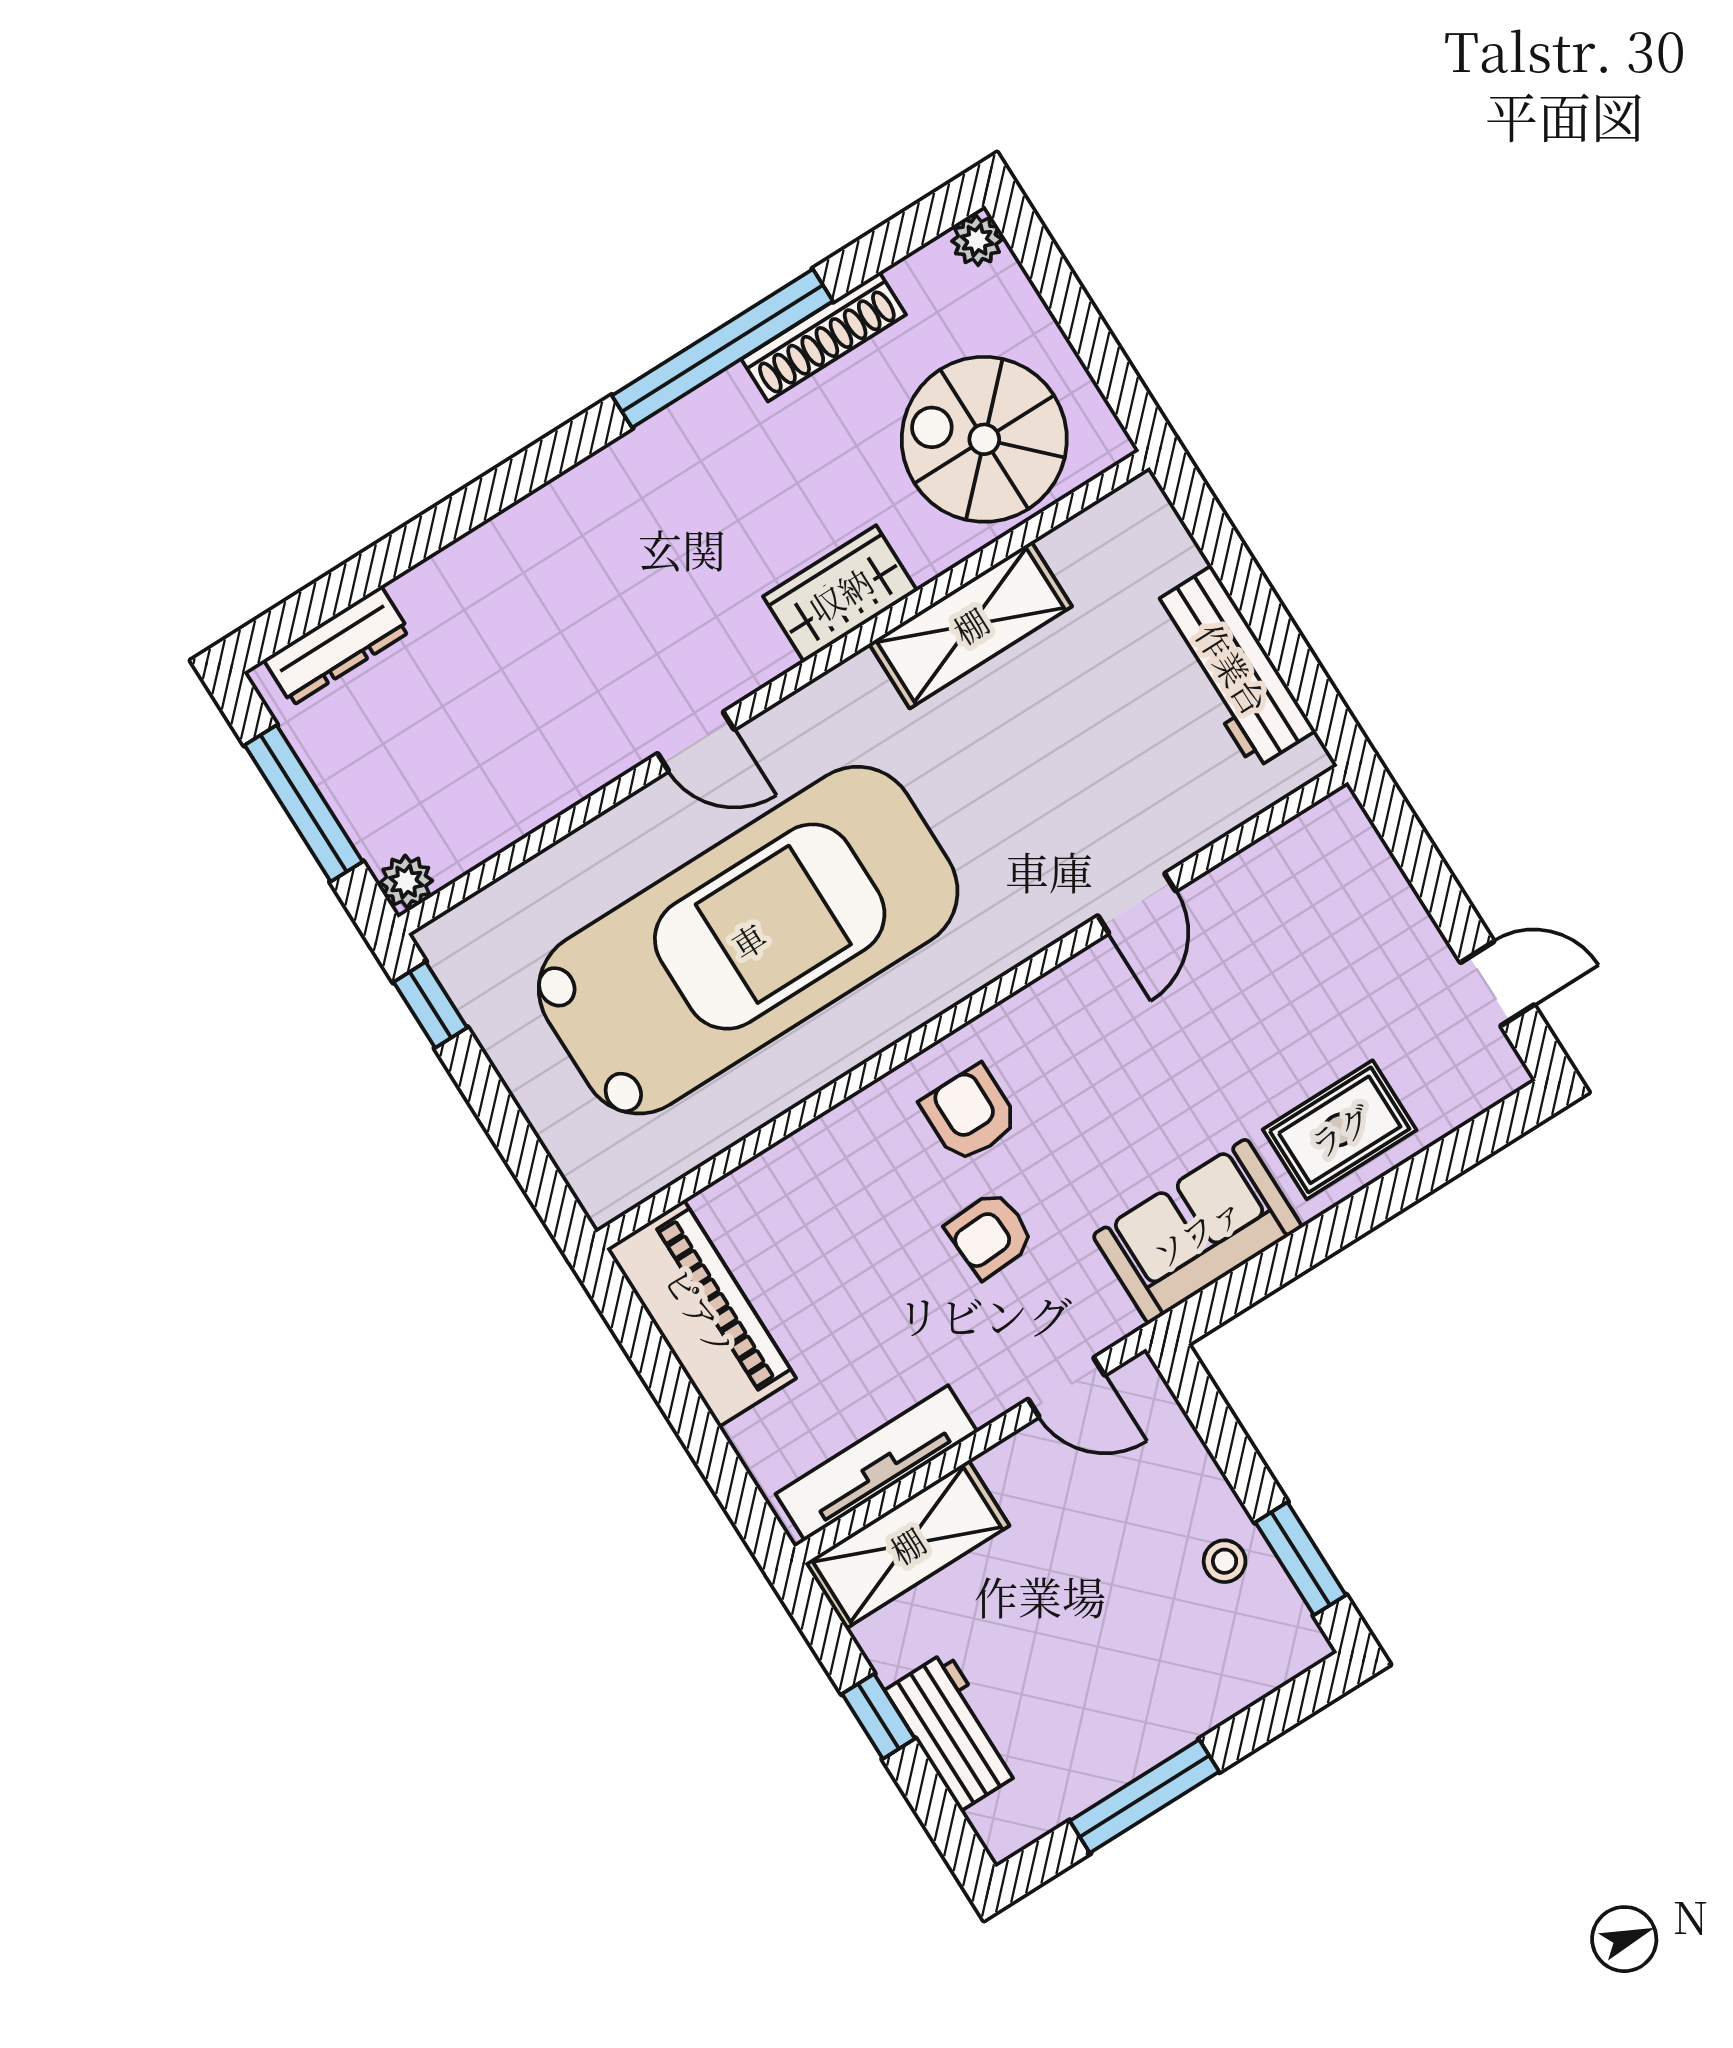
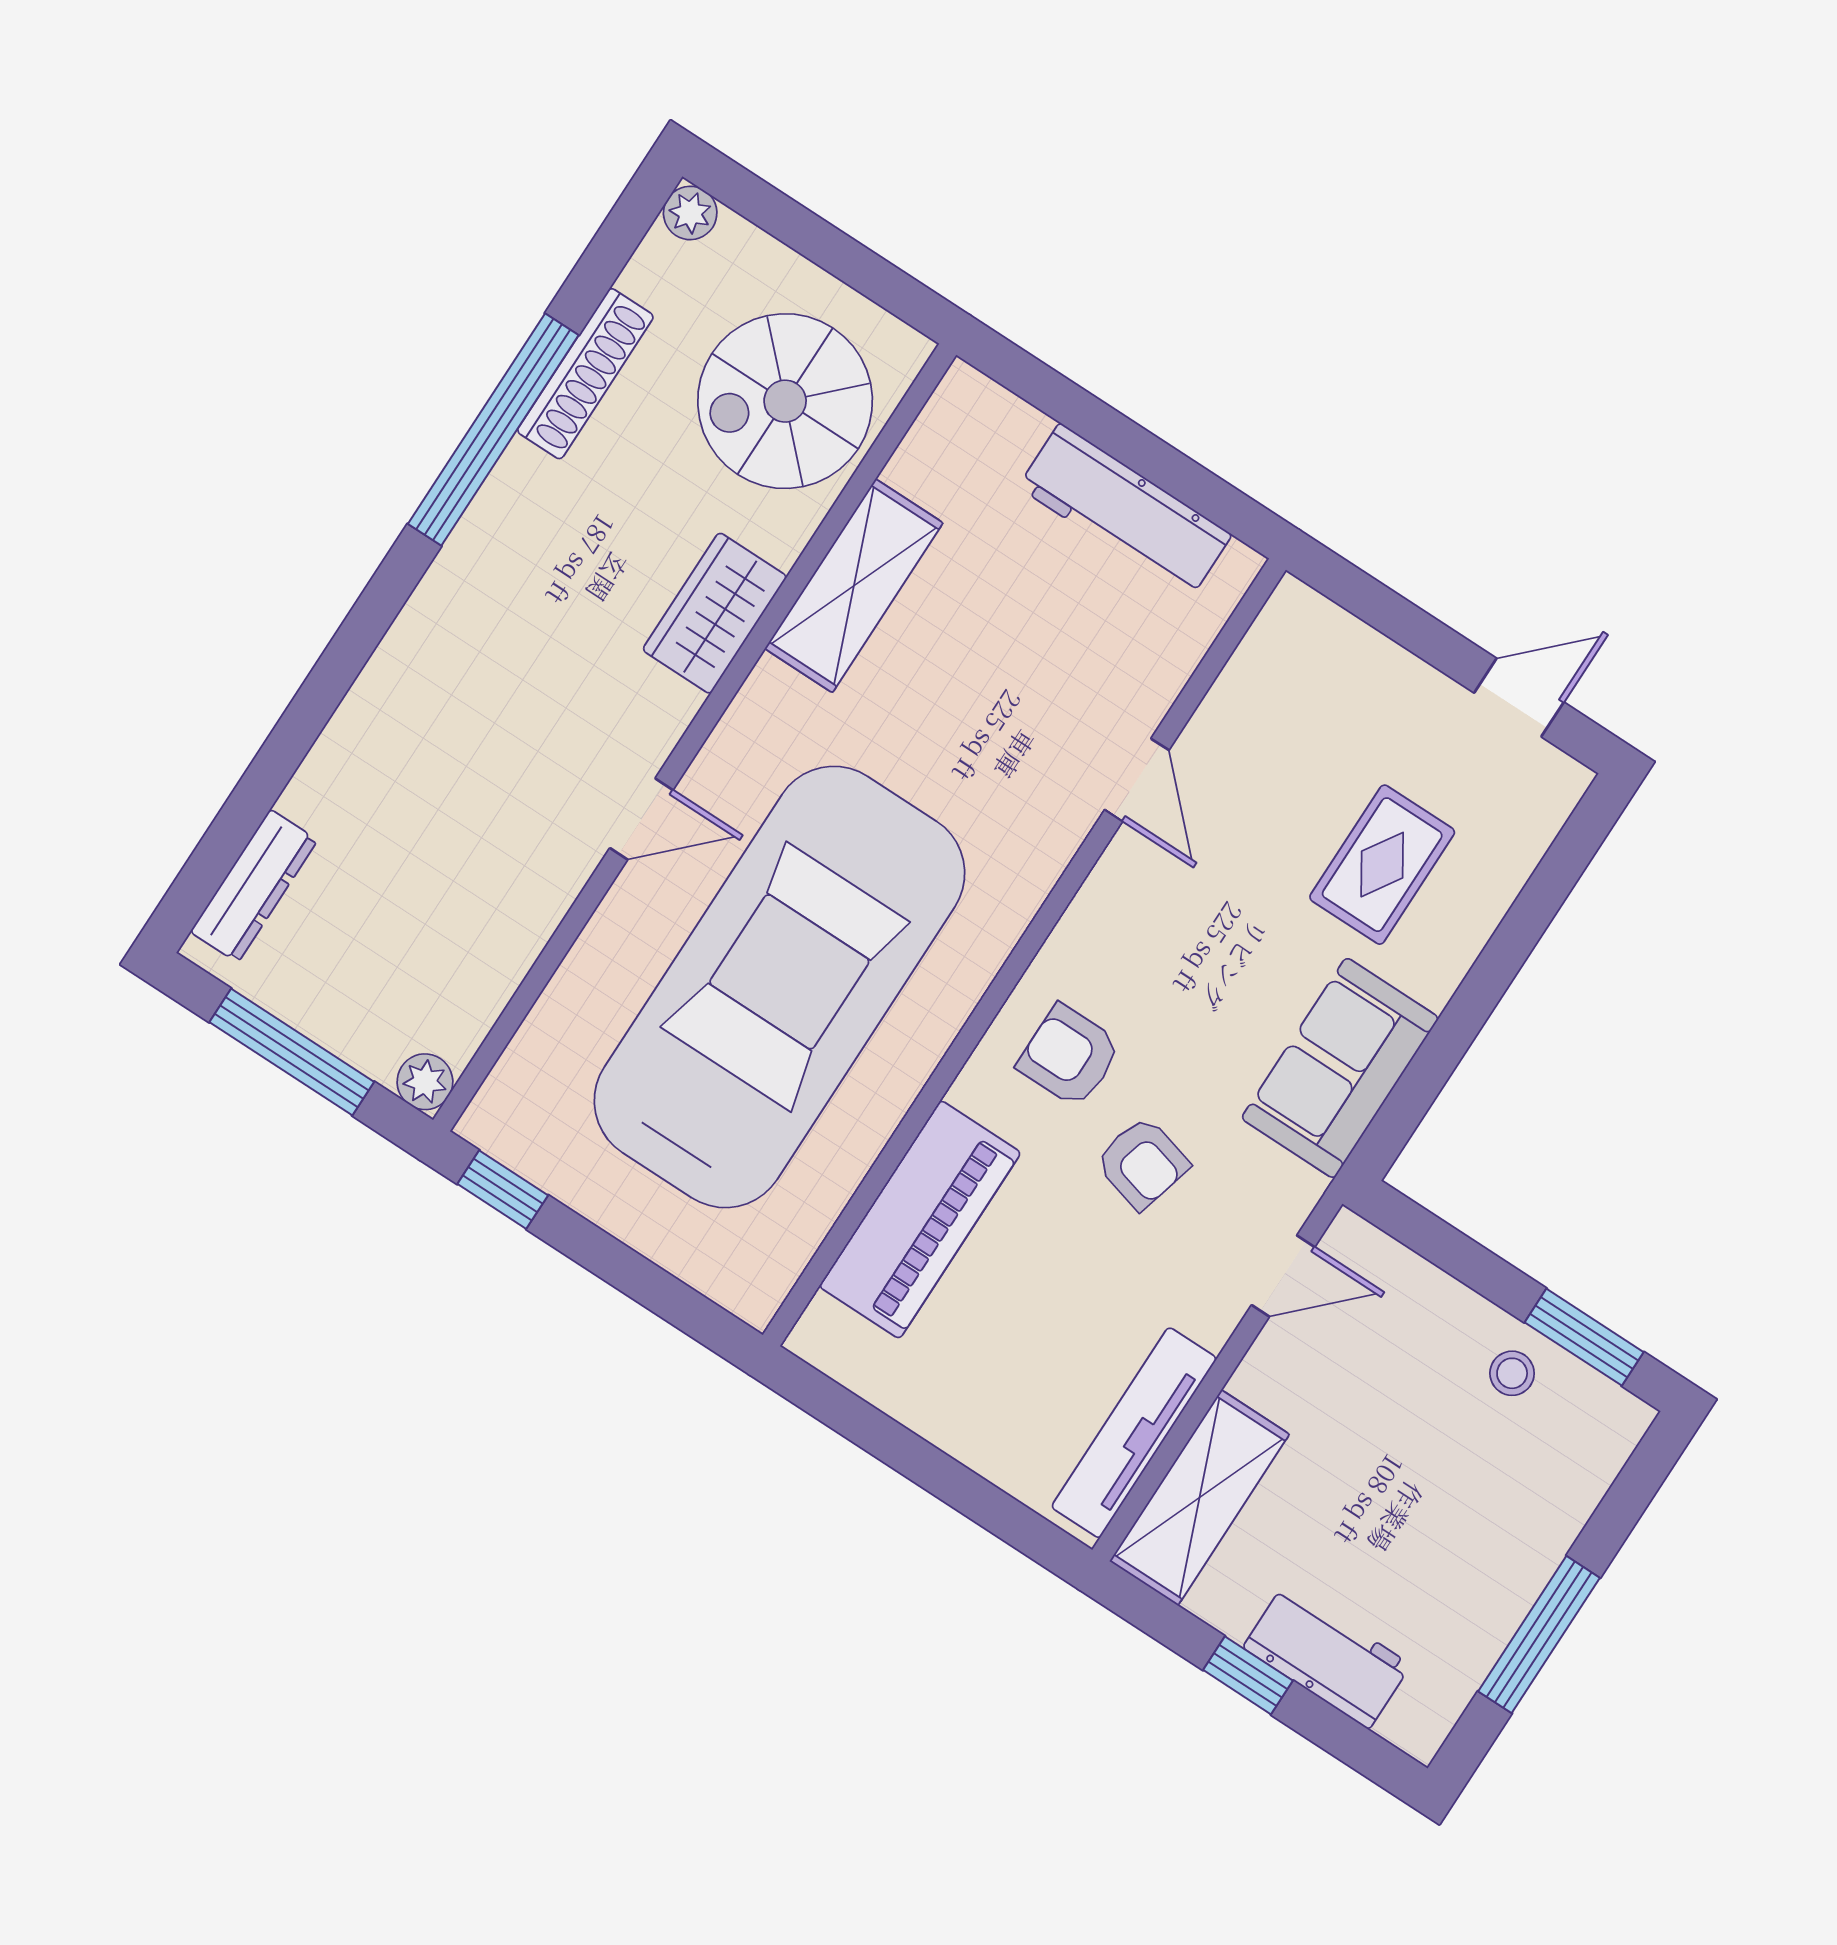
rug: (1340, 1130) -> (1382, 865), moved
armchair: (990, 1235) -> (1142, 1163), turned -72
piano: (701, 1313) -> (920, 1220), moved, turned 90

